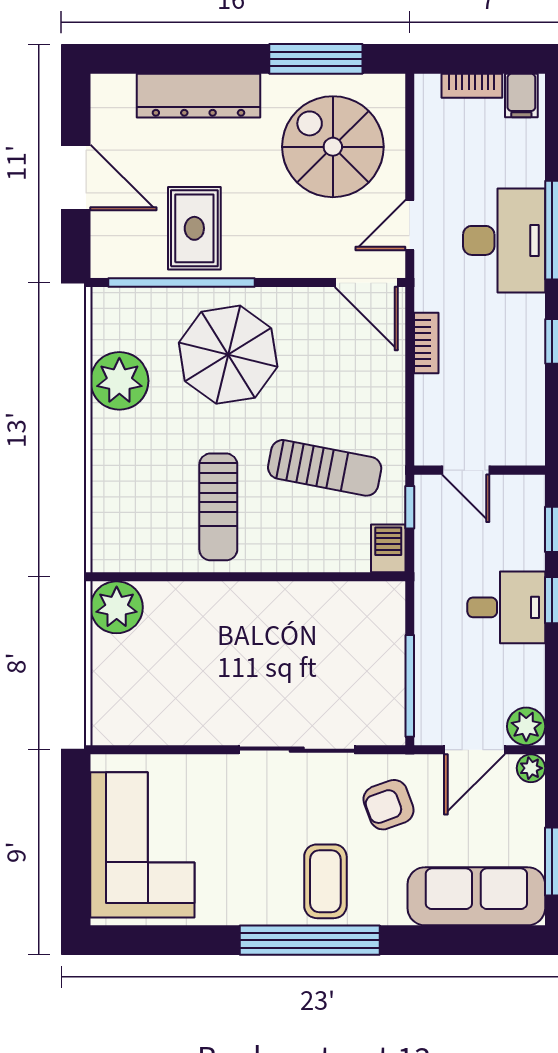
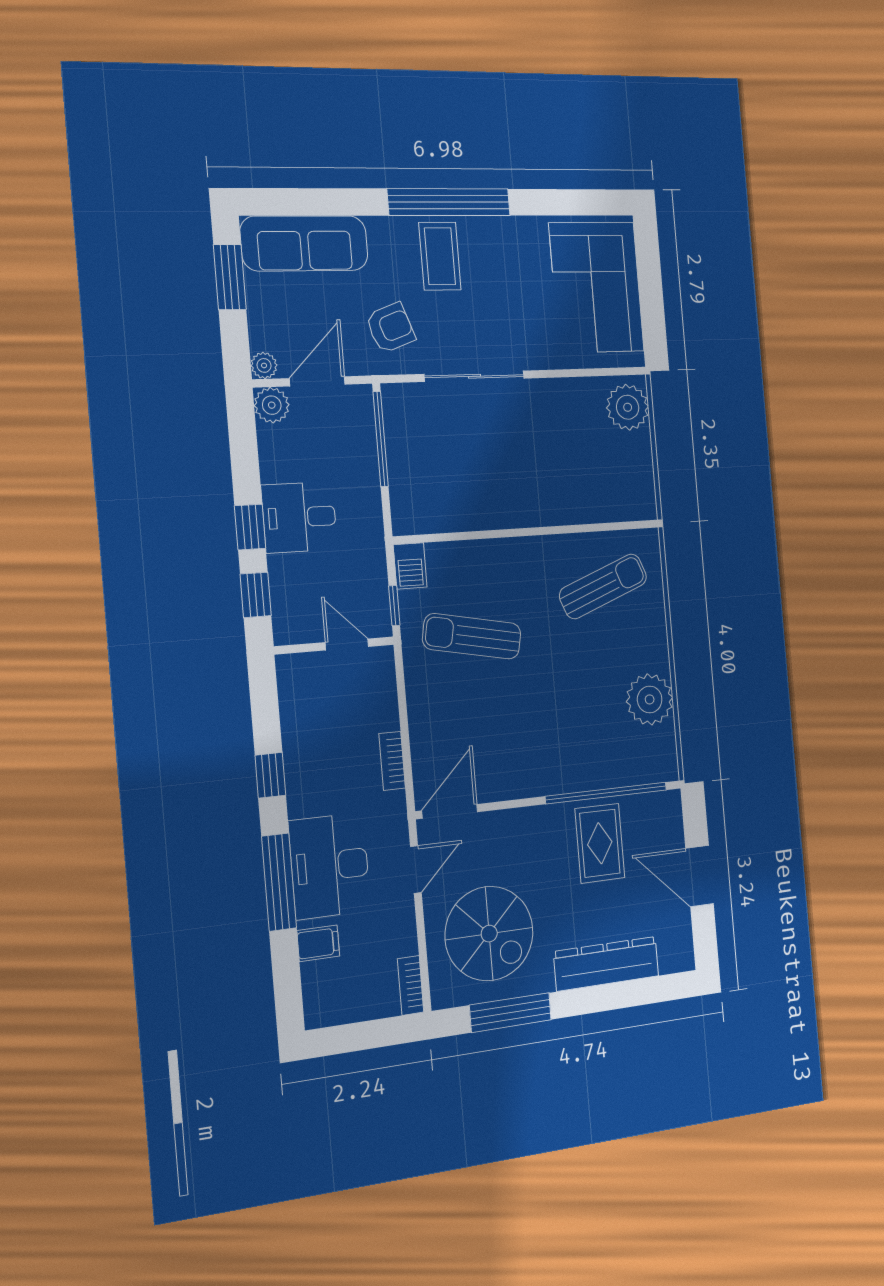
bookcase: (472, 86) -> (411, 985), moved, turned -90
filing cabinet: (521, 95) -> (318, 943), moved, turned 90
door: (366, 283) -> (450, 811), hinge flipped
parasol: (228, 355) -> (562, 732), removed
sun lounger: (218, 507) -> (603, 586), moved, turned 69
plant: (117, 607) -> (628, 407), moved

